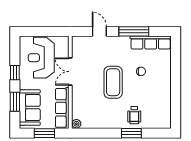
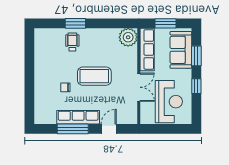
door: (99, 31) -> (109, 129), swing flipped
row of seats: (151, 43) -> (78, 117), moved
coffee table: (113, 82) -> (94, 76), turned 90
plant: (76, 124) -> (128, 37), width x1.88, depth x1.88

